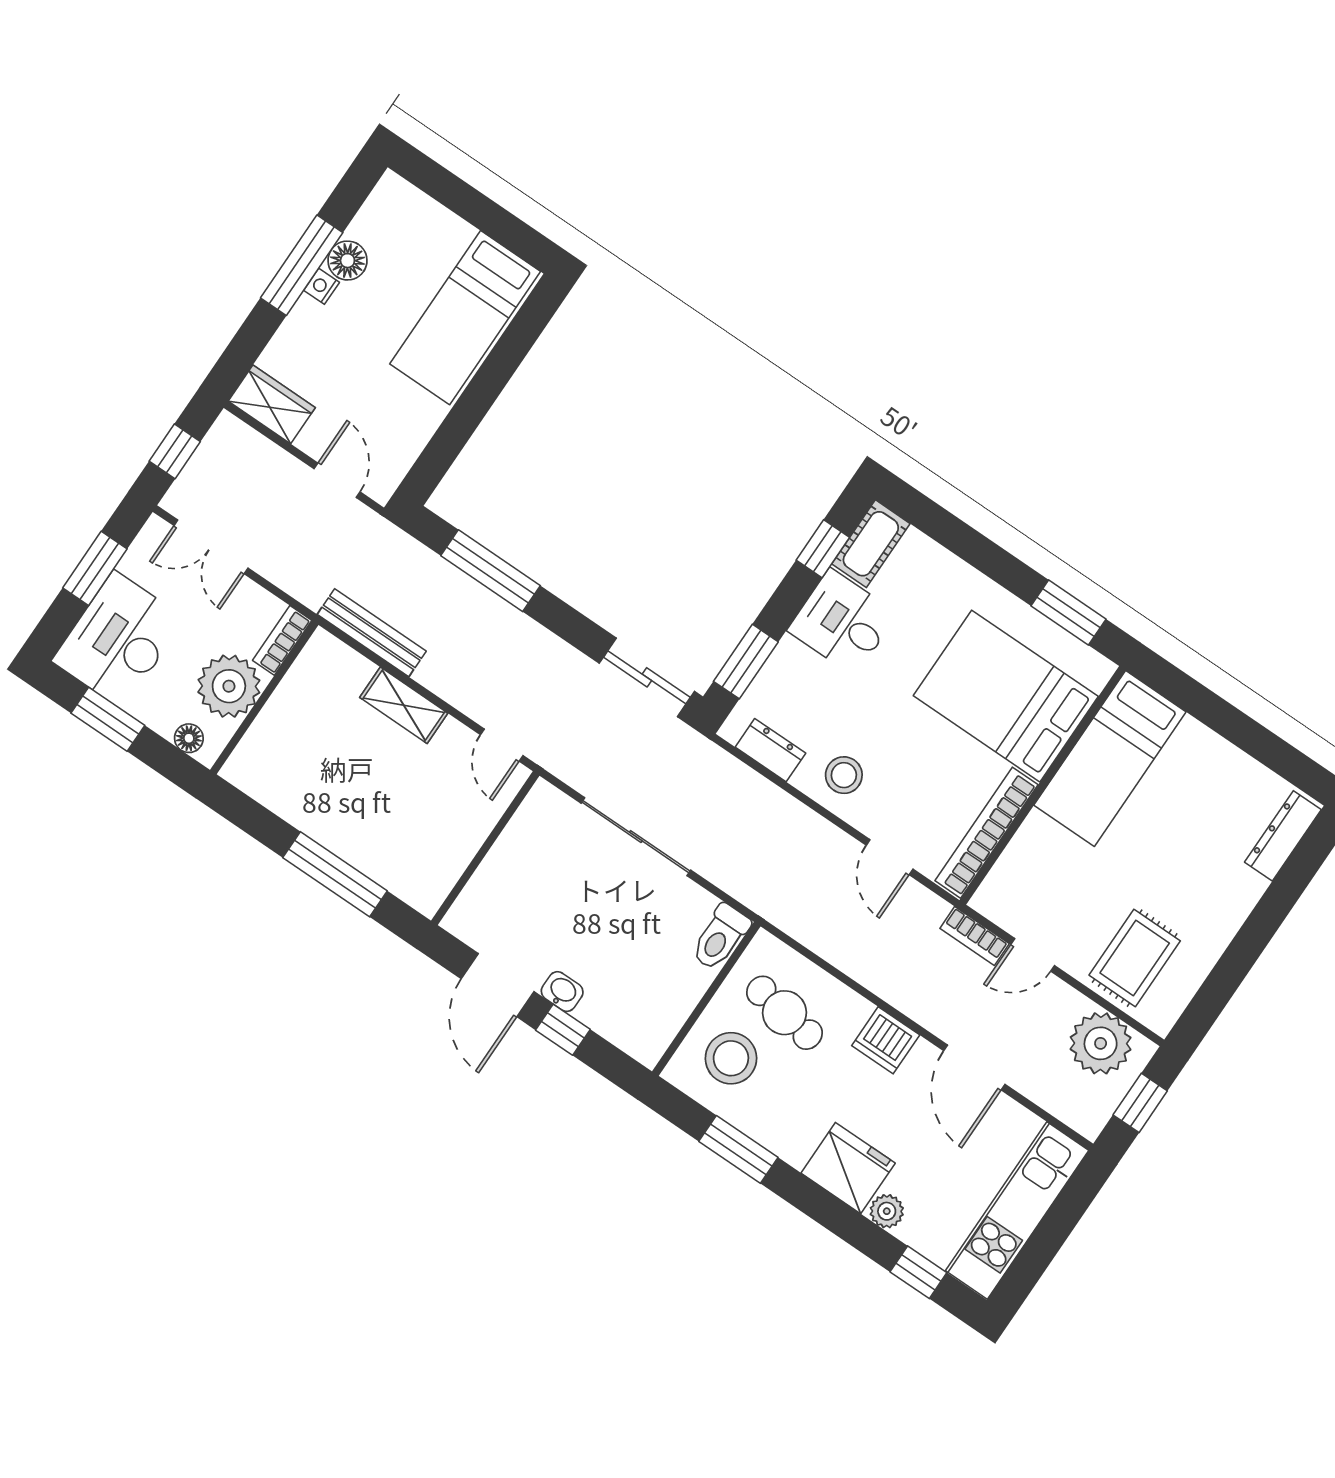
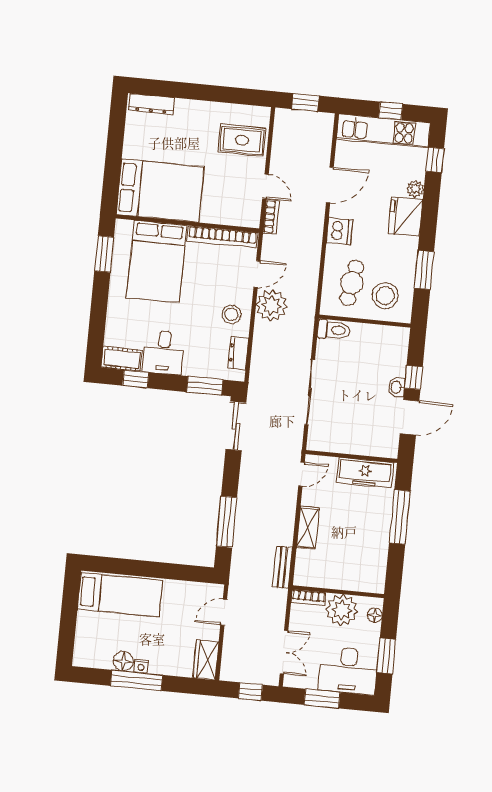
bench: (372, 633) -> (282, 567), width x0.73
bed: (1110, 758) -> (160, 191), width x1.50
freezer: (444, 856) -> (365, 473), added
plant: (1101, 1043) -> (272, 305), moved
window: (1045, 1242) -> (391, 111), added

